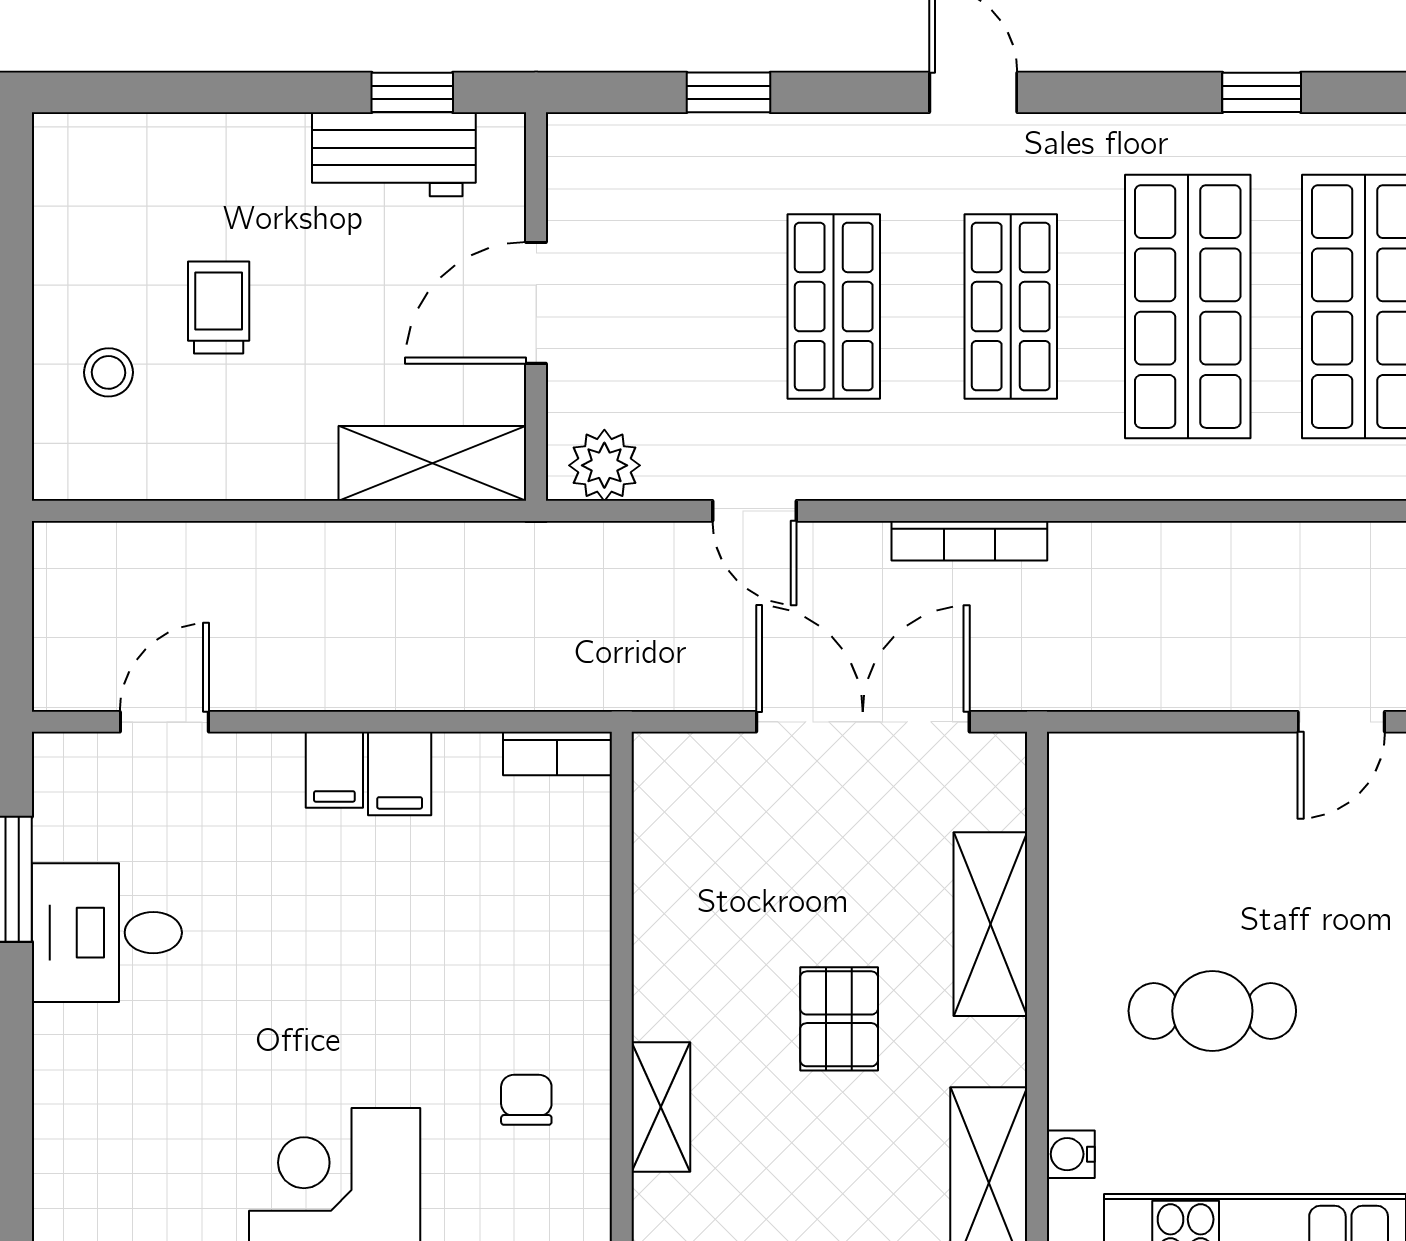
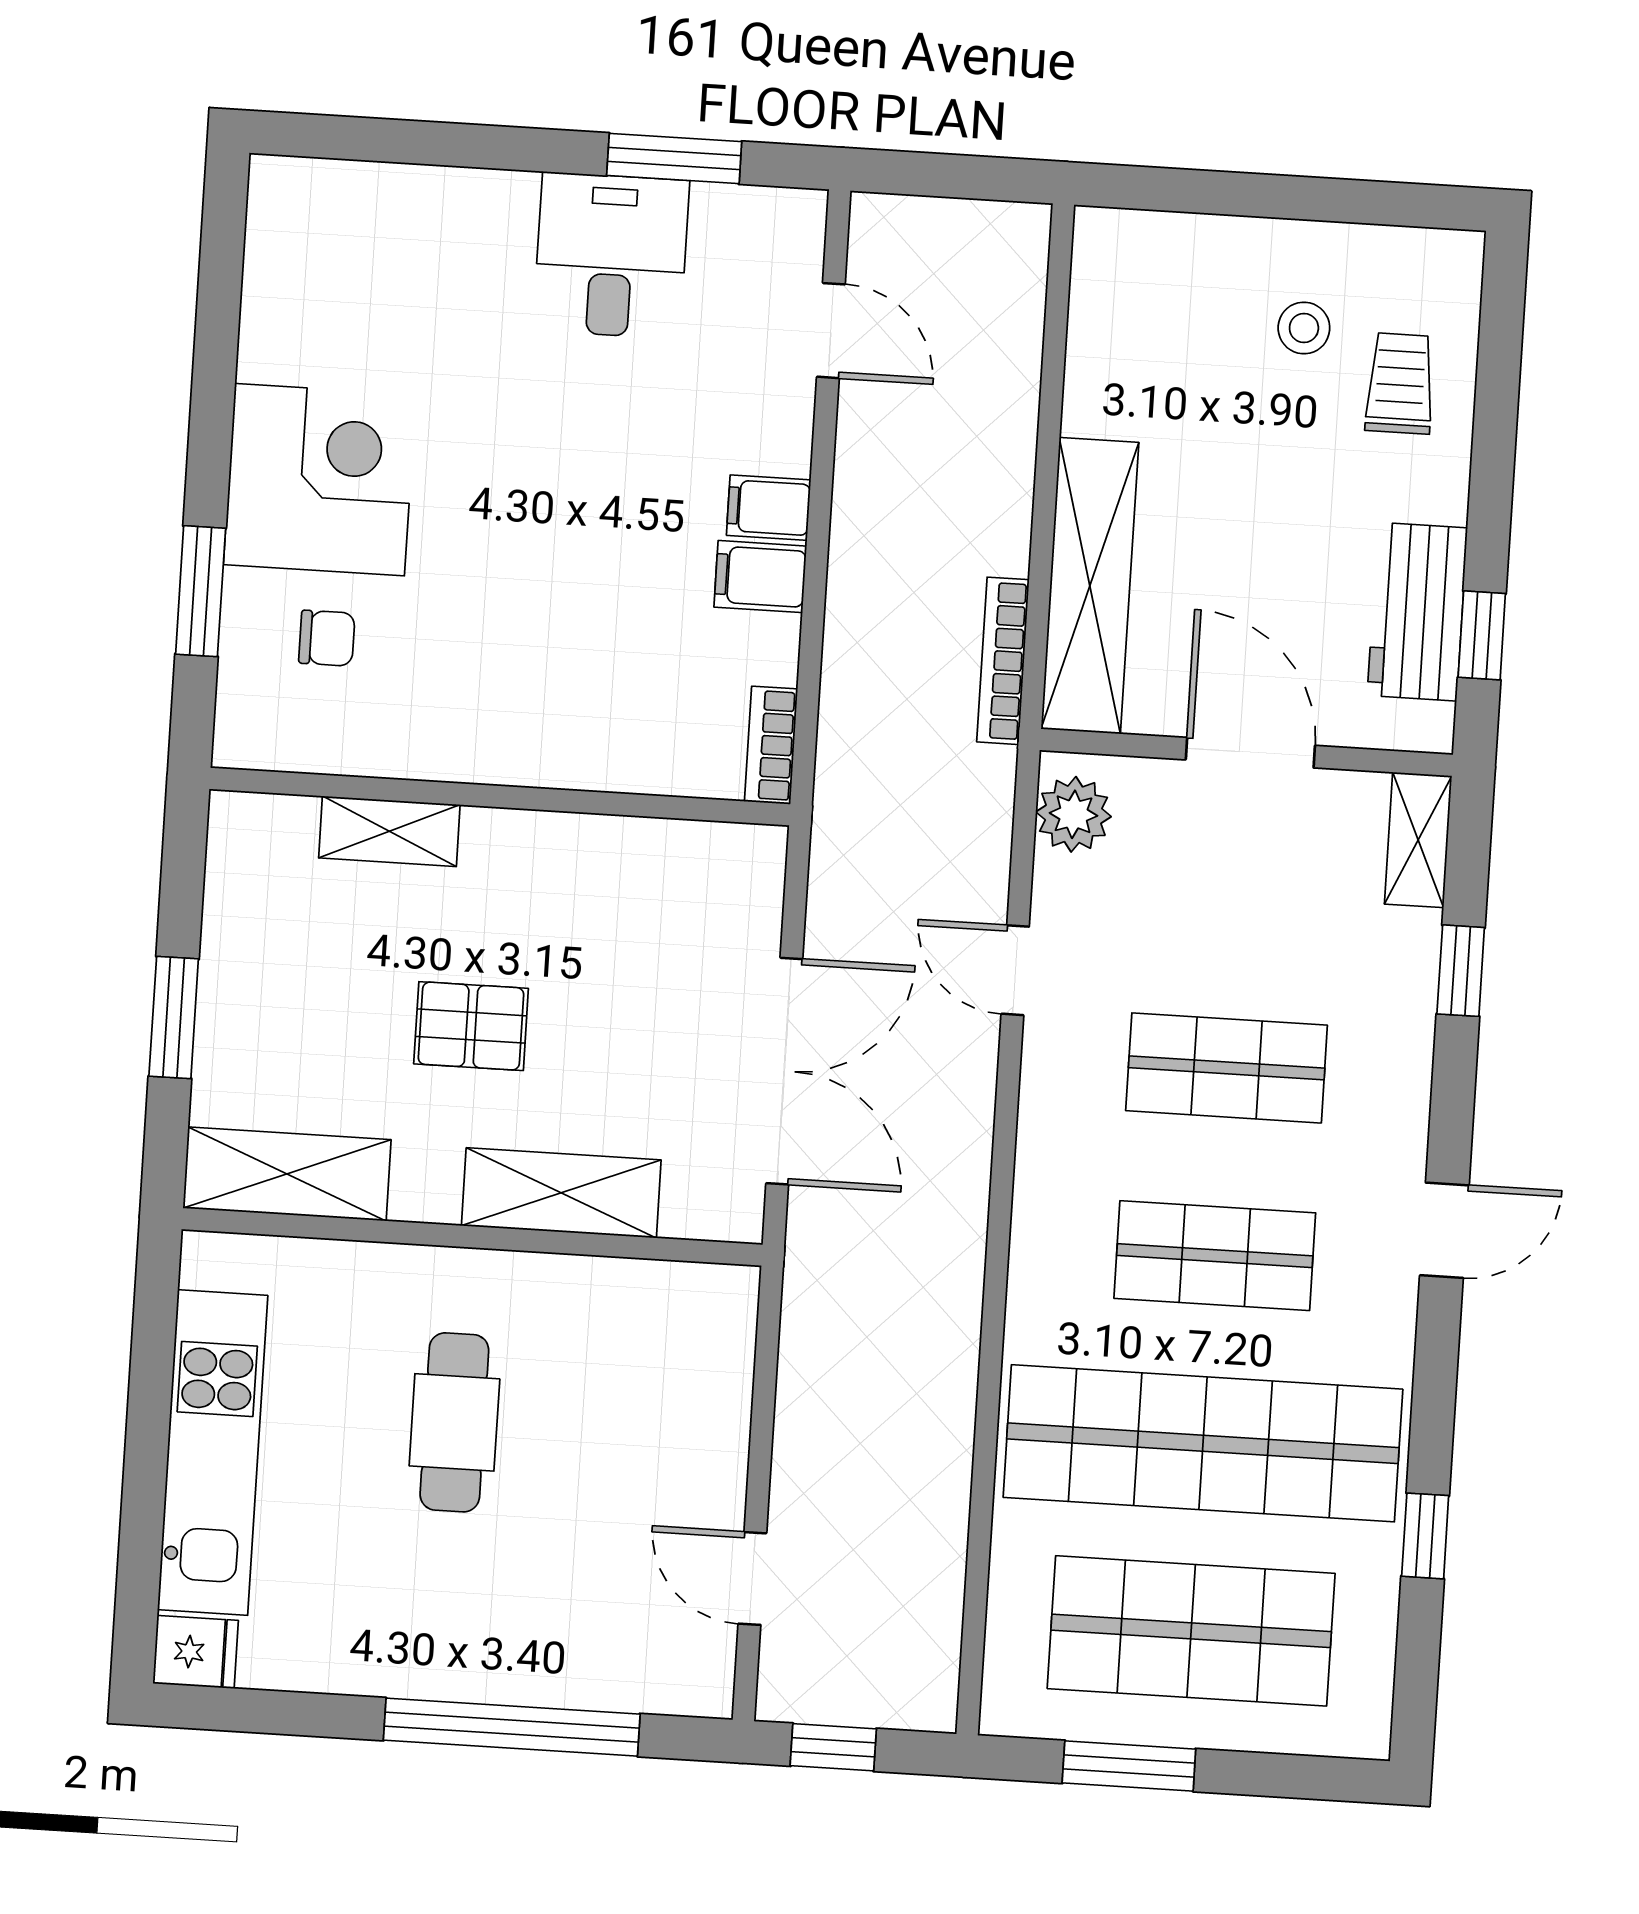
shelving: (608, 140) -> (1418, 840), added
shop shelf: (1188, 307) -> (1203, 1443), width x1.40
trolley: (219, 308) -> (1400, 383), moved, turned -90
stool: (108, 372) -> (1304, 328), moved
shelving: (432, 463) -> (1090, 586), width x1.47
door: (754, 511) -> (1015, 970), hinge flipped
bookcase: (969, 541) -> (1003, 661), moved
chair: (526, 1100) -> (327, 638), moved
water cooler: (1071, 1154) -> (312, 1263), removed

